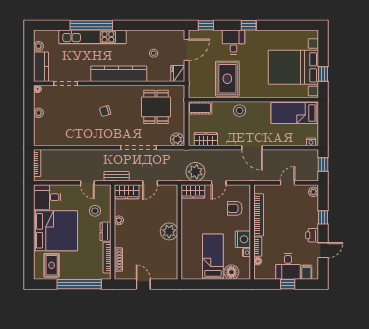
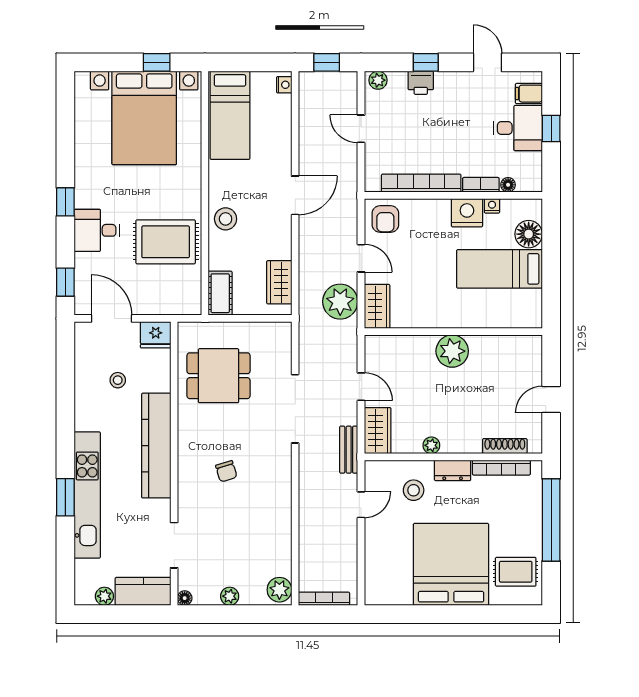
window: (91, 25) -> (65, 497), width x0.47
plant: (177, 139) -> (279, 590), moved
desk: (47, 197) -> (388, 580), removed
armchair: (235, 208) -> (385, 219), moved
printer: (312, 235) -> (421, 83), moved

